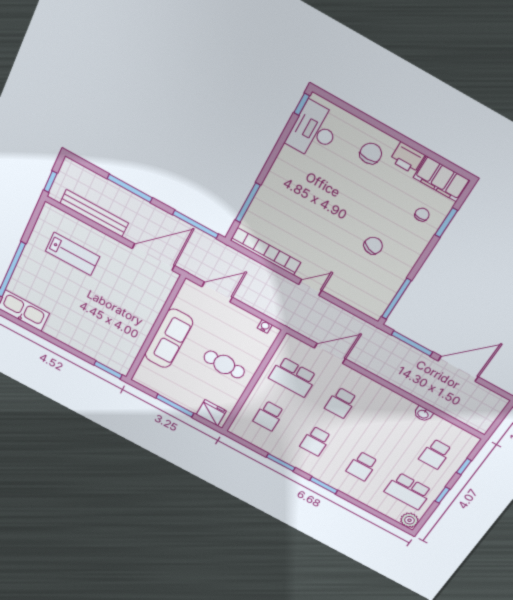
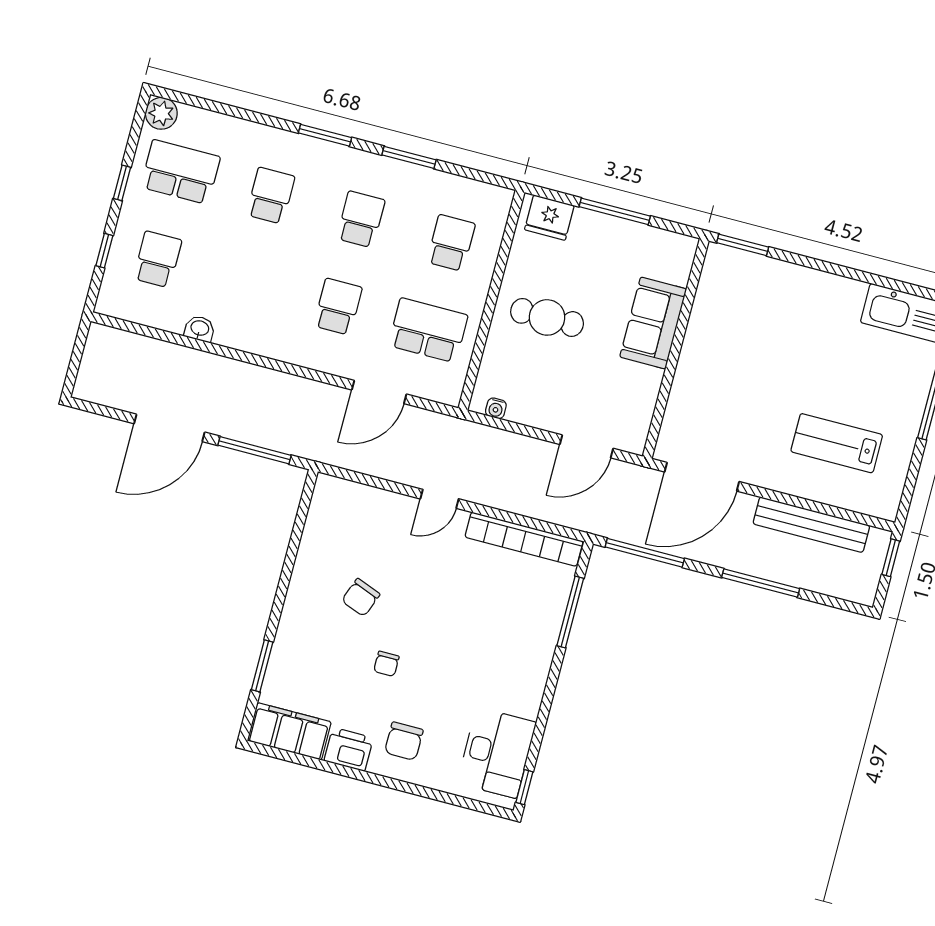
chair: (422, 215) -> (386, 664), moved
window: (396, 299) -> (300, 520), removed
sofa: (169, 338) -> (653, 323), width x0.73

